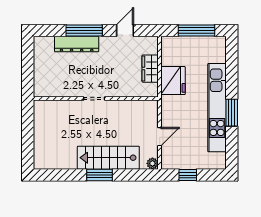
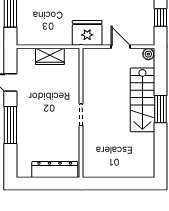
dresser: (77, 44) -> (55, 170), moved, turned -90
fridge: (173, 81) -> (87, 33), moved

